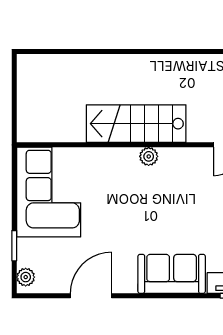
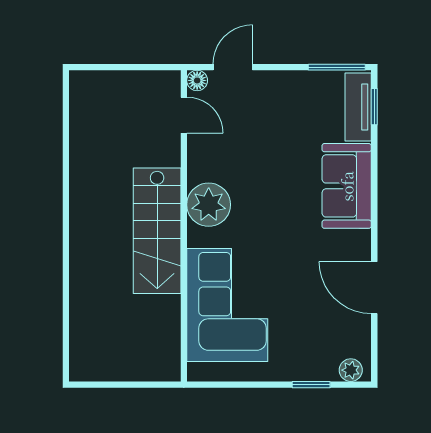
plant: (149, 156) -> (209, 205), width x1.87, depth x1.87
corner sofa: (49, 192) -> (227, 305), moved, turned 90

